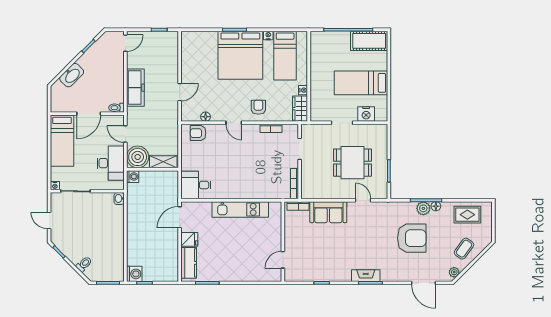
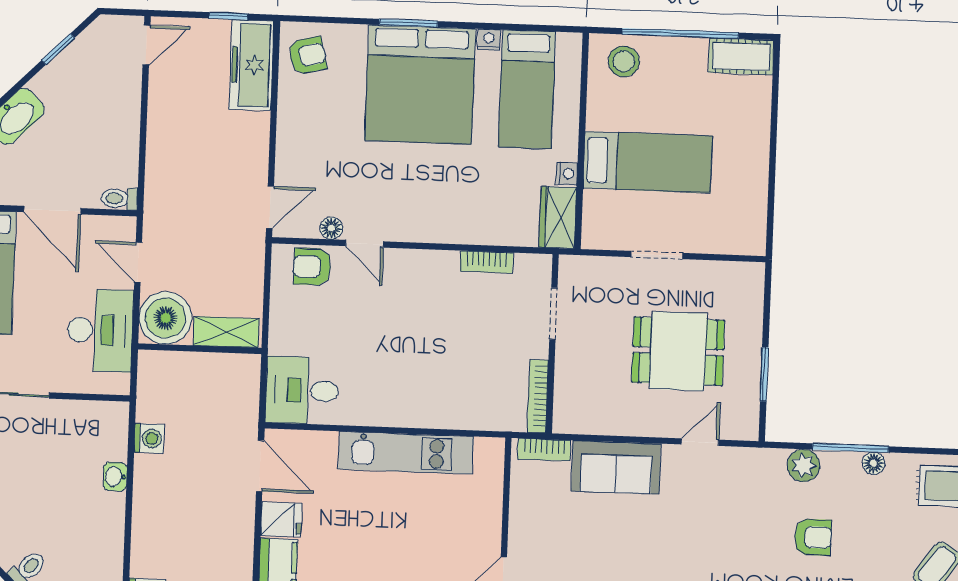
cot: (369, 41) -> (741, 56), width x0.73, depth x0.75
stool: (325, 42) -> (624, 61), added
bed: (361, 83) -> (648, 162), moved, turned 180
freezer: (135, 88) -> (252, 65), moved, turned 180
door: (180, 92) -> (270, 207), moved
armchair: (258, 107) -> (307, 56), moved, turned 76
door: (89, 114) -> (52, 210), hinge flipped
nightstand: (366, 114) -> (715, 236), removed
door: (234, 123) -> (365, 244), moved
washing machine: (133, 177) -> (149, 438), moved
washbasin: (119, 199) -> (115, 477), moved
door: (363, 200) -> (700, 442), hinge flipped
plant: (423, 208) -> (804, 466), moved
door: (180, 217) -> (260, 466), swing flipped
armchair: (412, 238) -> (813, 537), width x0.53, depth x0.53

